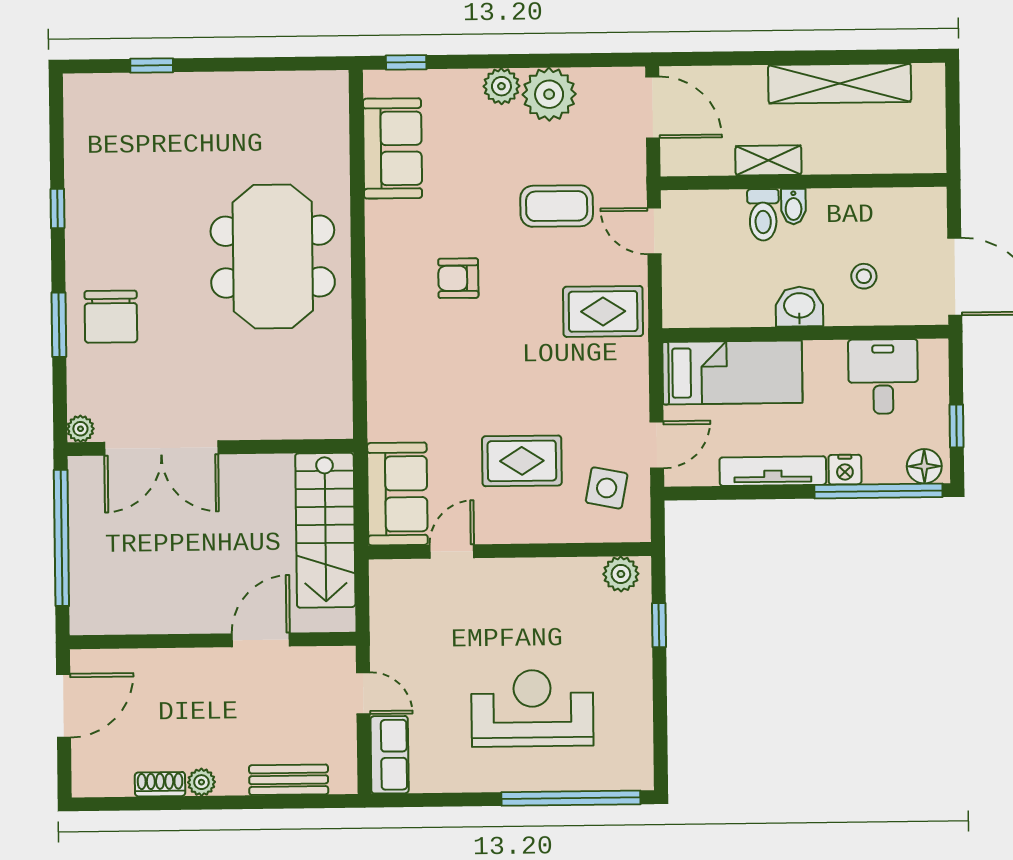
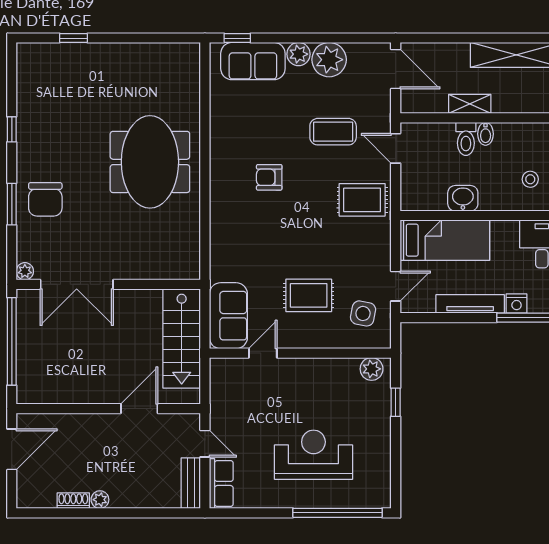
sofa: (392, 148) -> (253, 61), moved, turned 90
washbasin: (799, 307) -> (463, 198), moved
bench: (289, 780) -> (191, 483), moved, turned 90

